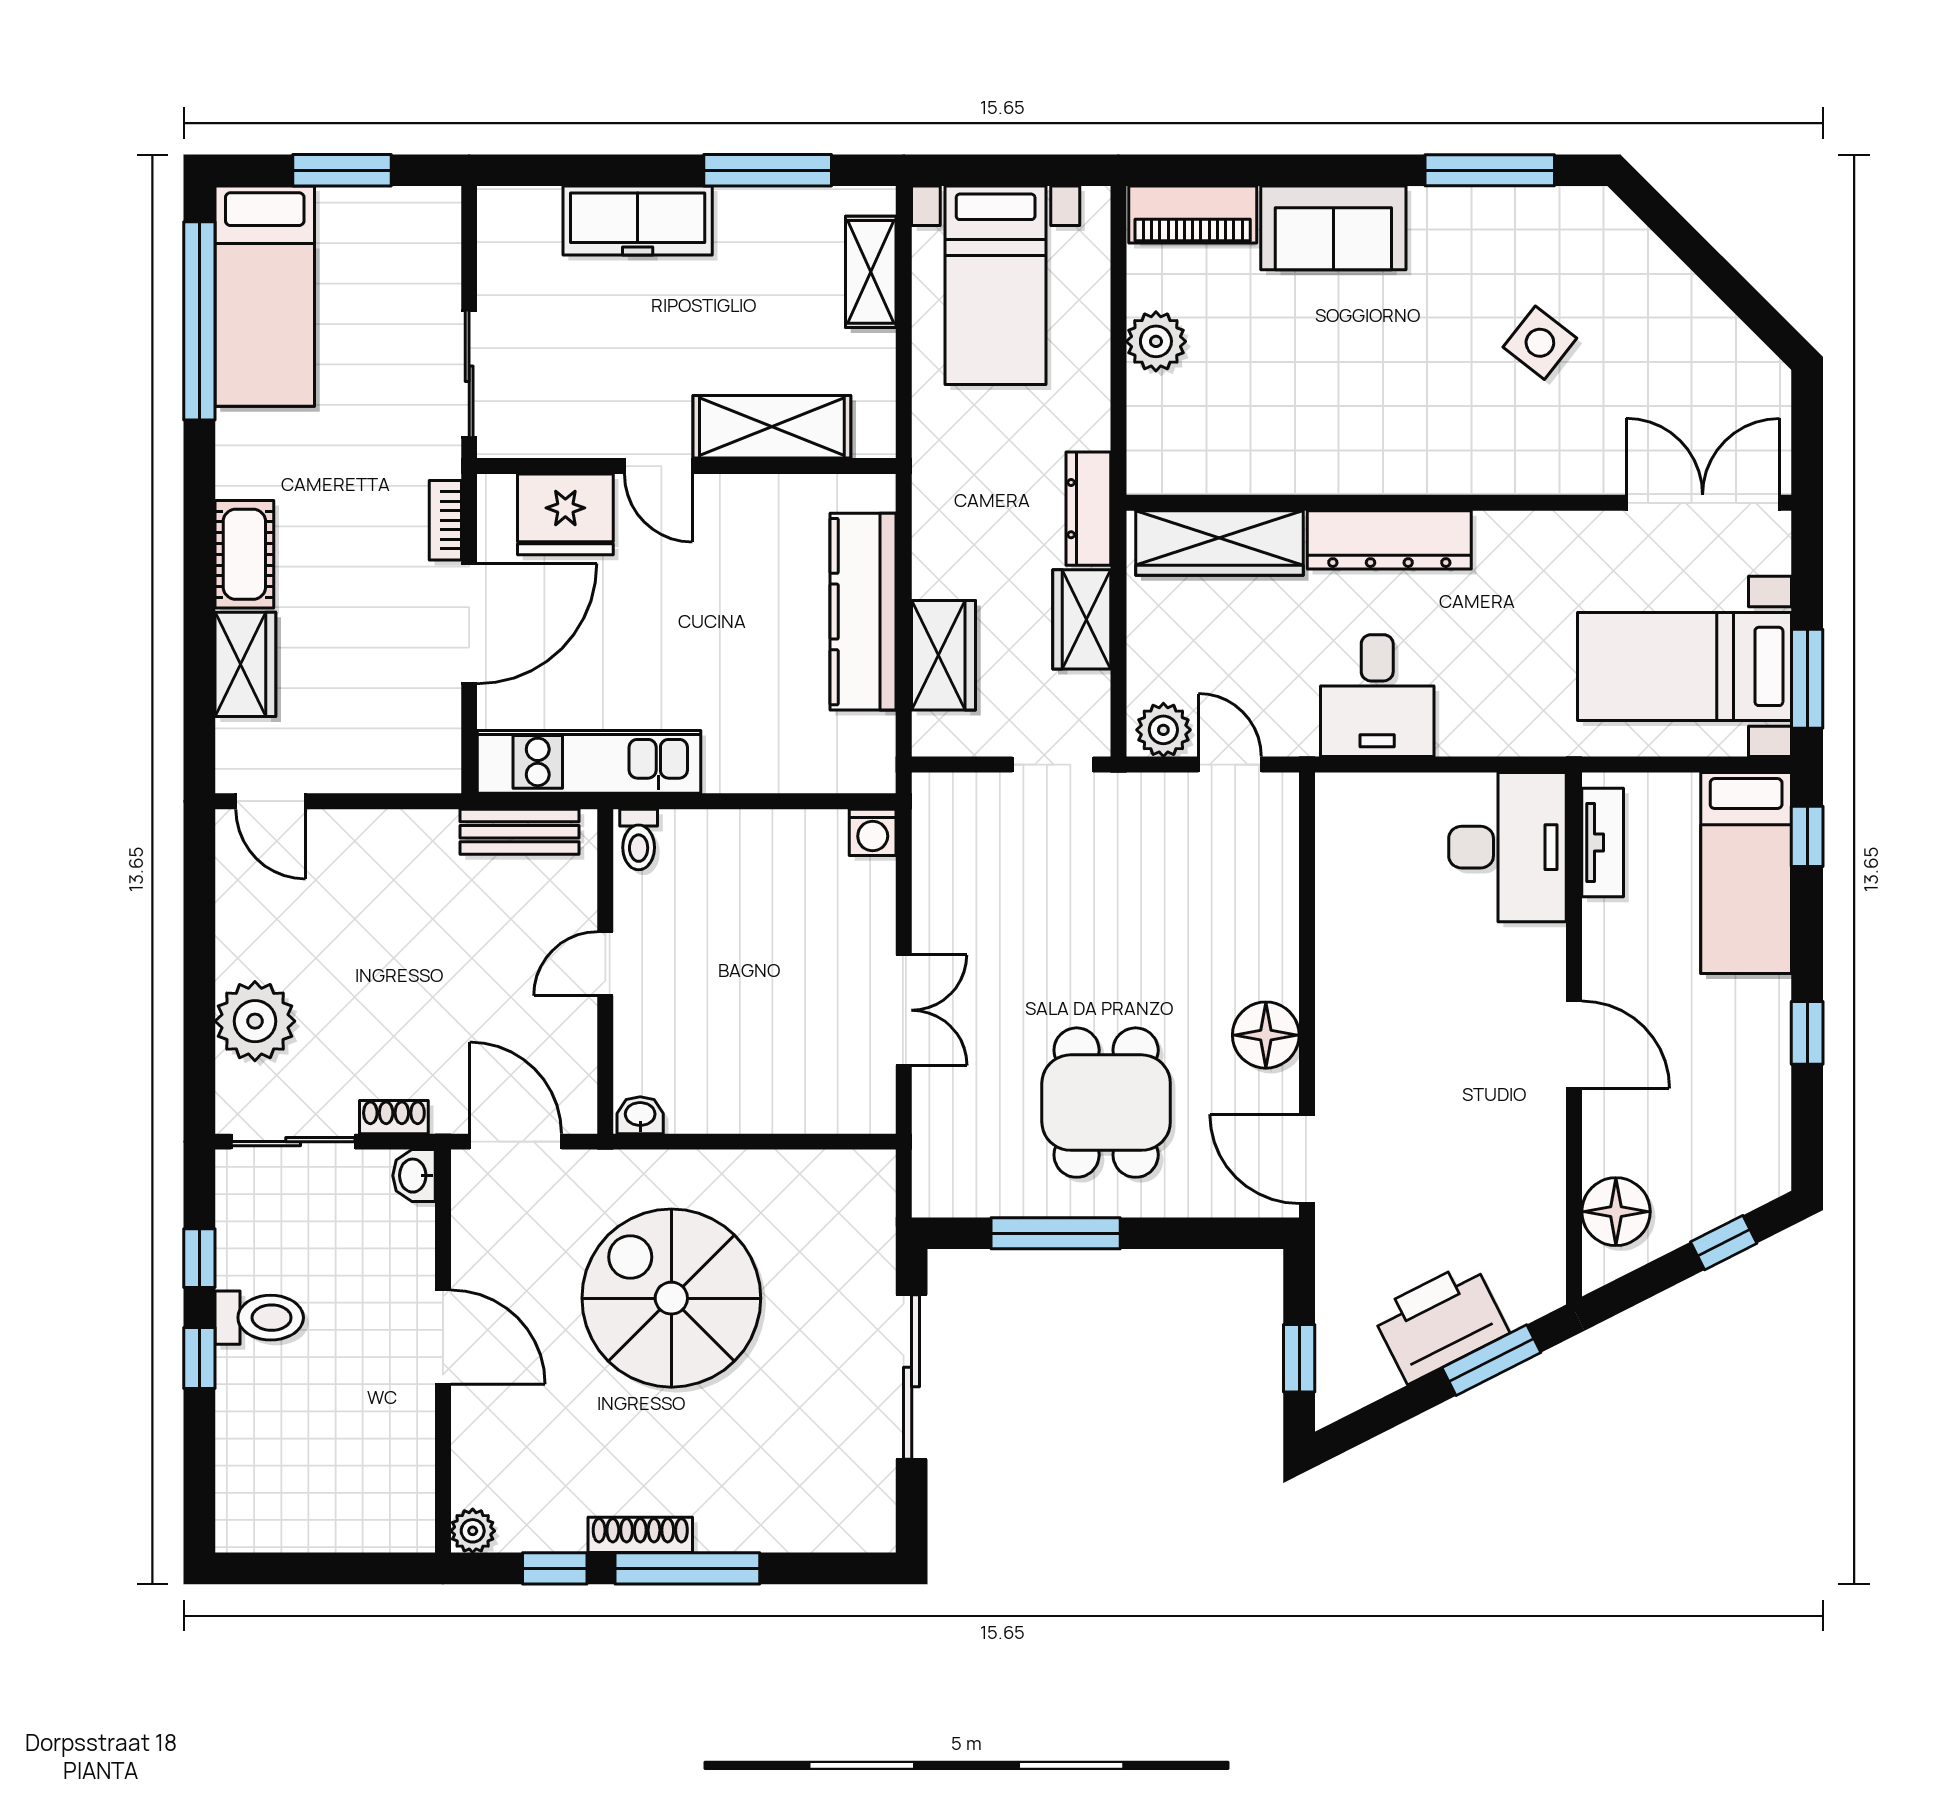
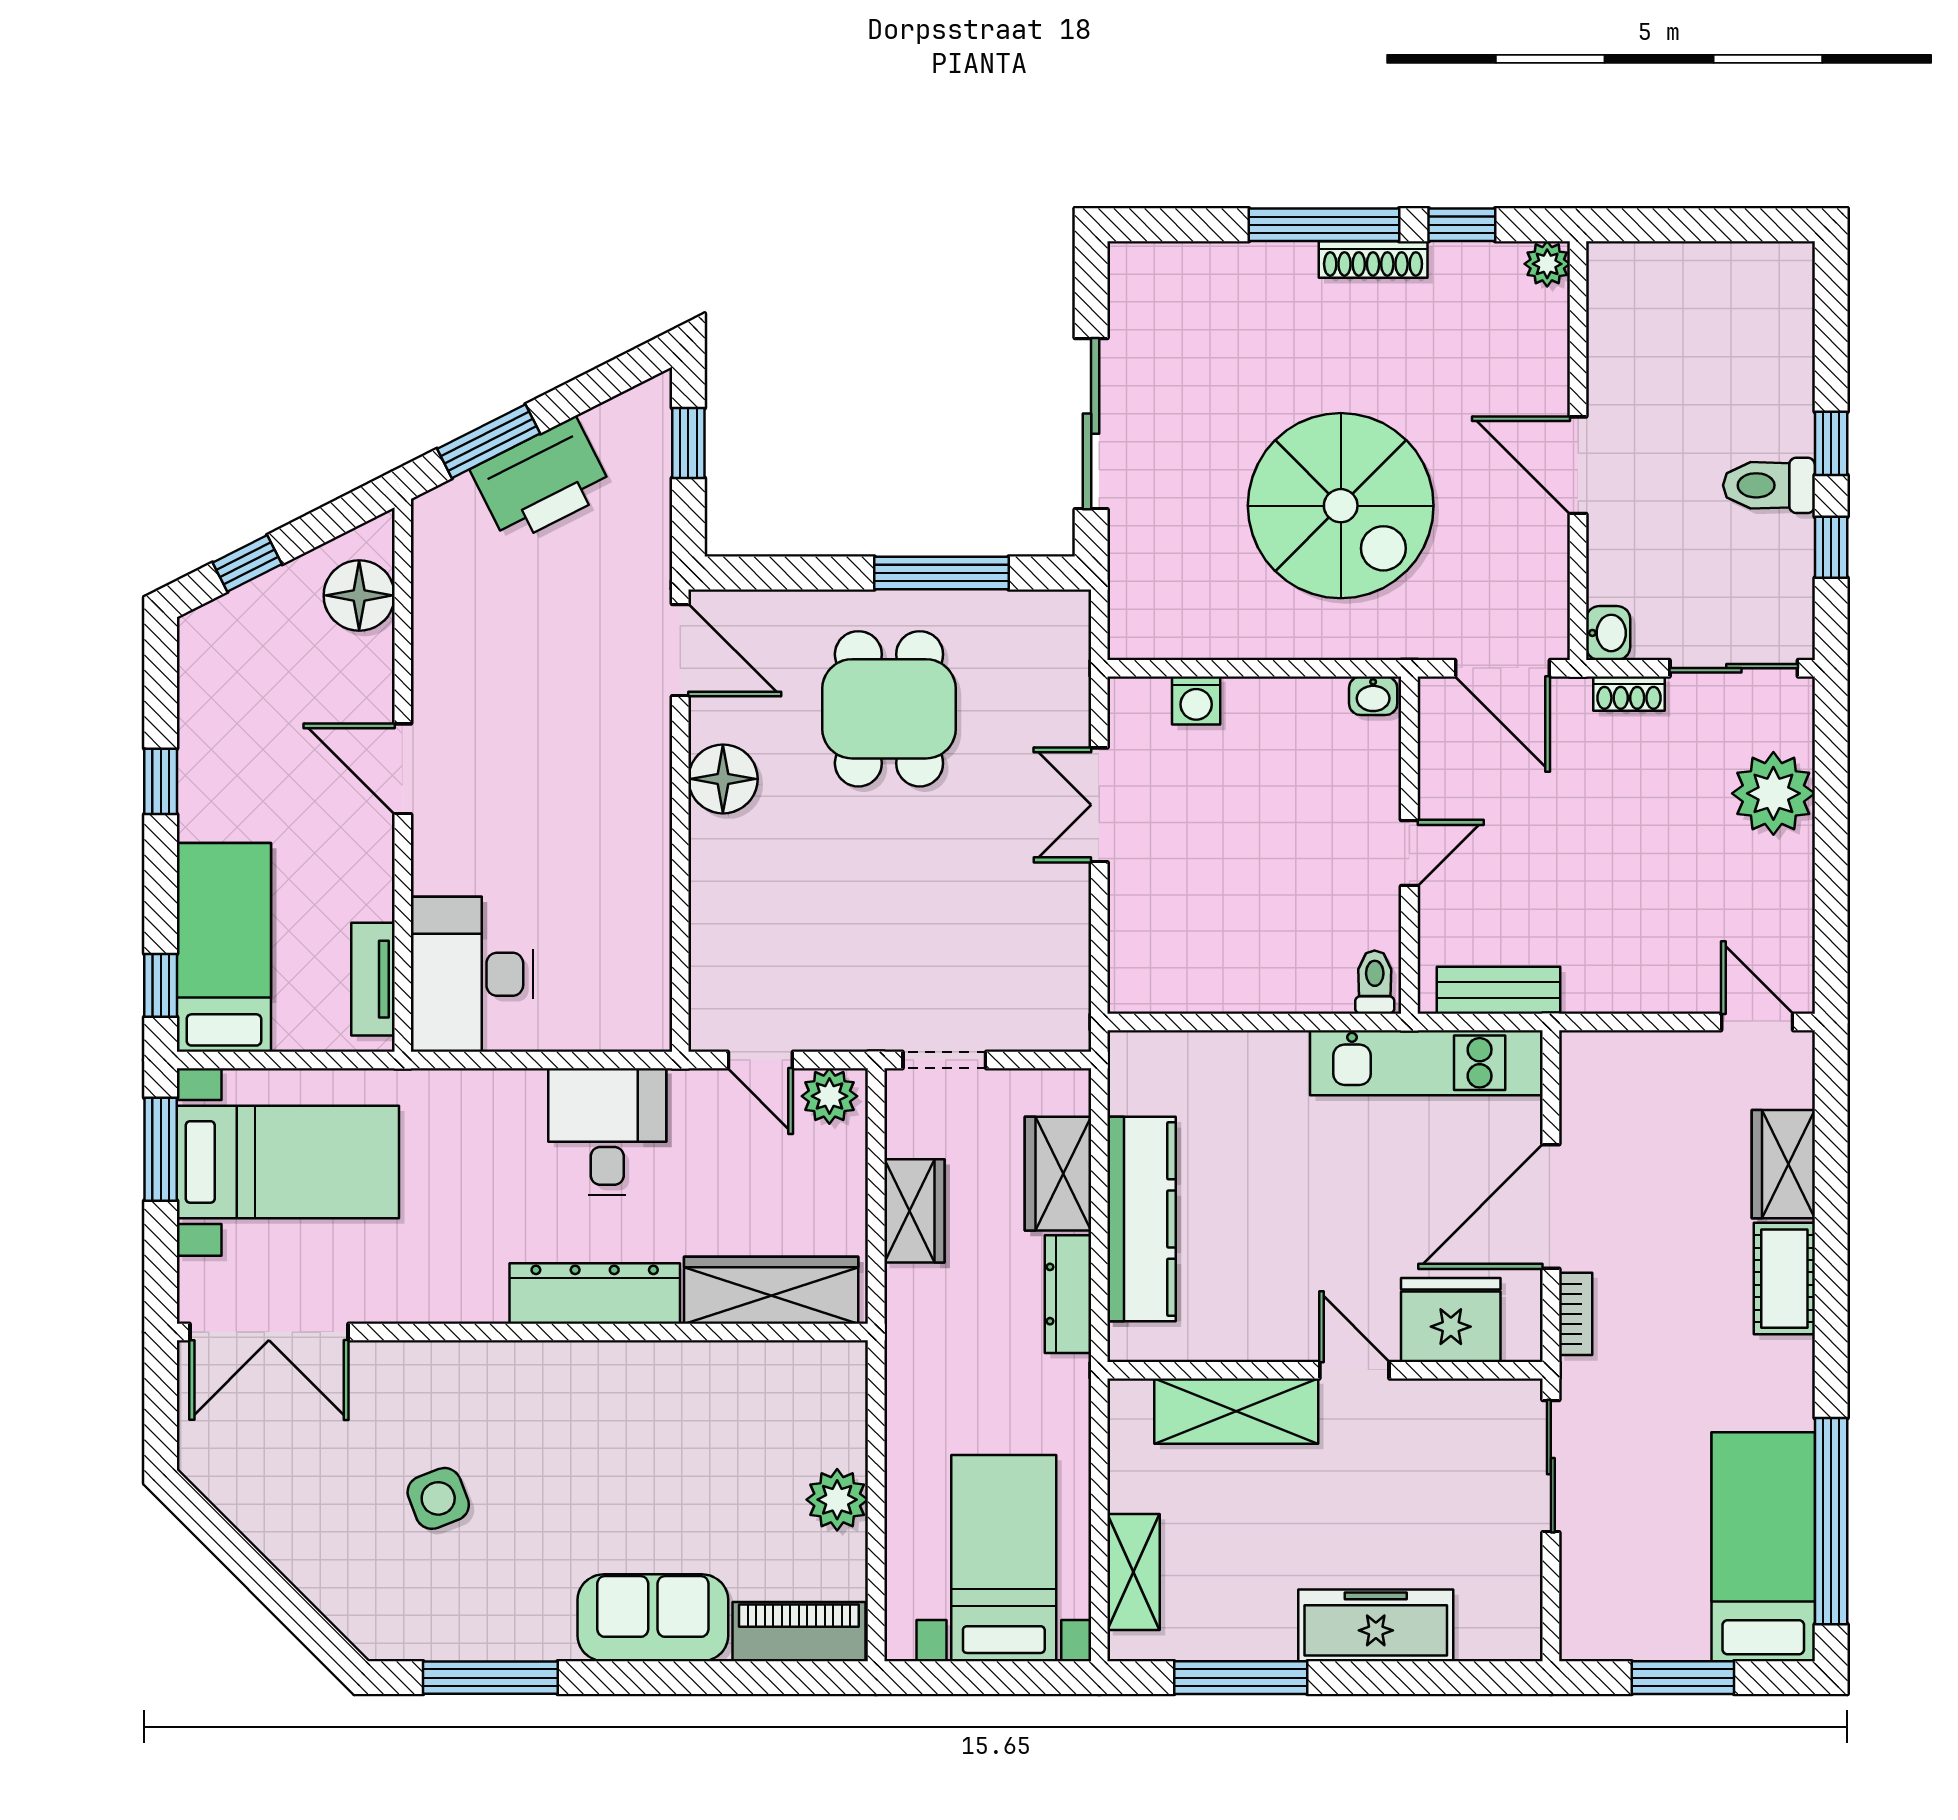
side table: (1540, 343) -> (438, 1498), turned 31
dresser: (1088, 509) -> (1068, 1294), moved, turned 180
washing machine: (873, 832) -> (1196, 701), moved, turned 180

